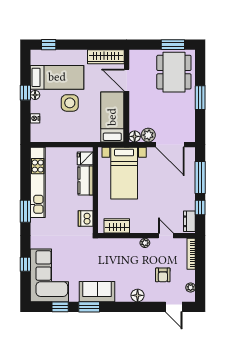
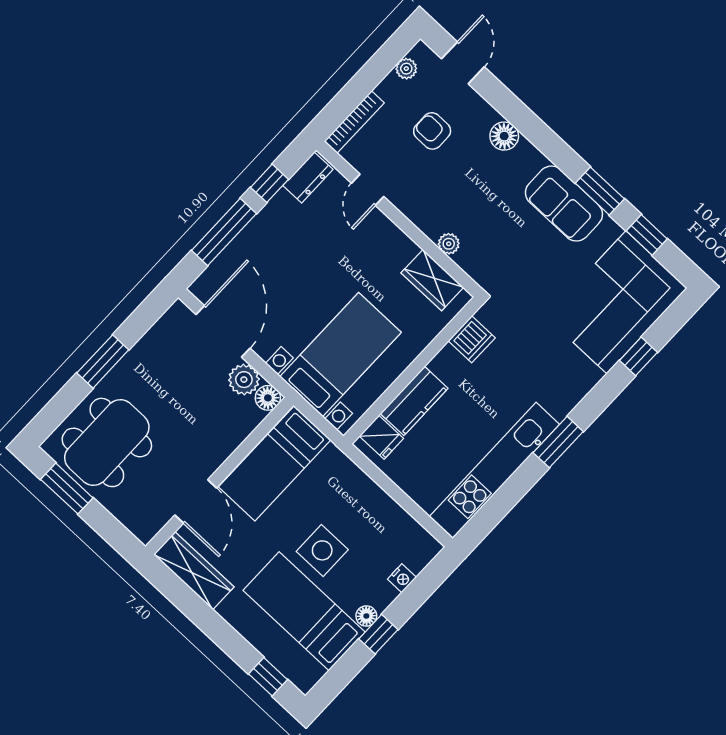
plant: (145, 243) -> (449, 244), moved
armchair: (163, 275) -> (432, 131), turned -90

